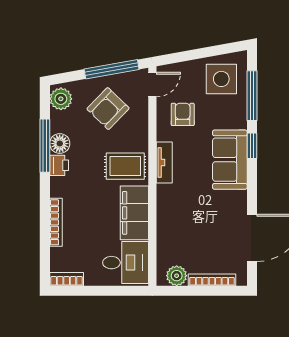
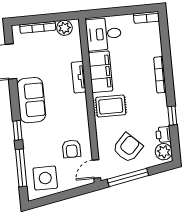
floor lamp: (60, 144) -> (161, 118), removed
window: (45, 146) -> (172, 116), width x0.46
sofa: (230, 160) -> (31, 100), moved
tv unit: (164, 163) -> (79, 77), moved
printer: (59, 165) -> (163, 134), moved
bookcase: (56, 222) -> (160, 75), moved

